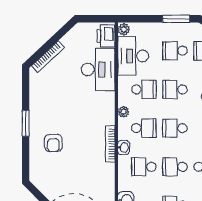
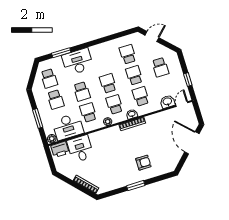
window: (176, 19) -> (38, 118), moved
desk: (98, 69) -> (80, 149), width x0.73
school desk: (175, 128) -> (108, 83), turned 180
school desk: (144, 167) -> (141, 96), turned 180
school desk: (175, 167) -> (134, 75), turned 180

